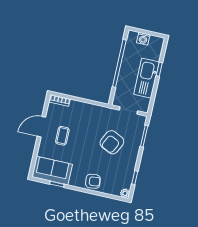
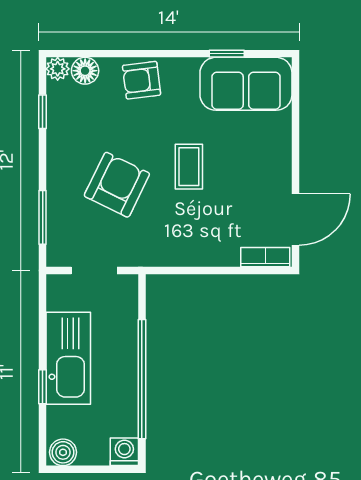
washing machine: (143, 39) -> (124, 452), moved
boiler: (157, 42) -> (63, 452), added
door: (41, 127) -> (296, 220), moved
coffee table: (62, 136) -> (189, 167), moved
floor lamp: (114, 190) -> (85, 71), added

